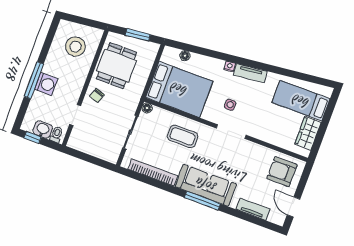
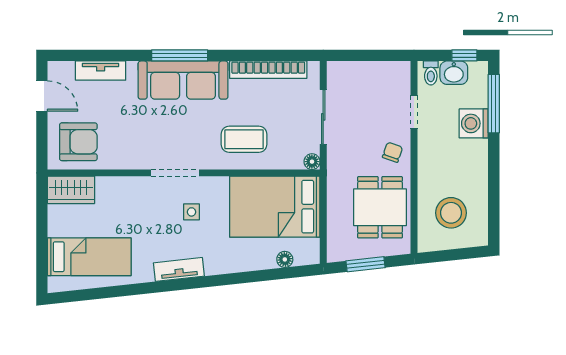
nightstand: (230, 66) -> (213, 268), removed
window: (34, 80) -> (494, 104), moved
washing machine: (46, 84) -> (474, 123), moved
wardrobe: (308, 133) -> (71, 190), moved, turned 90

